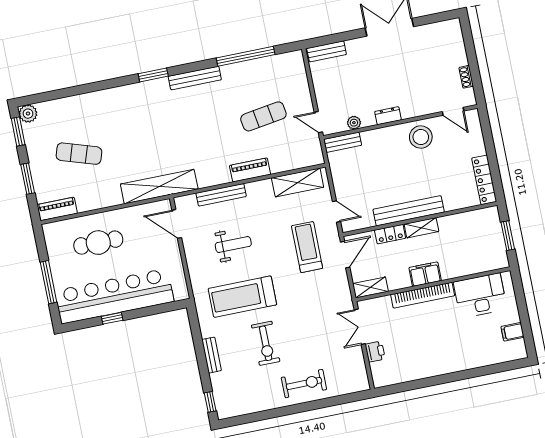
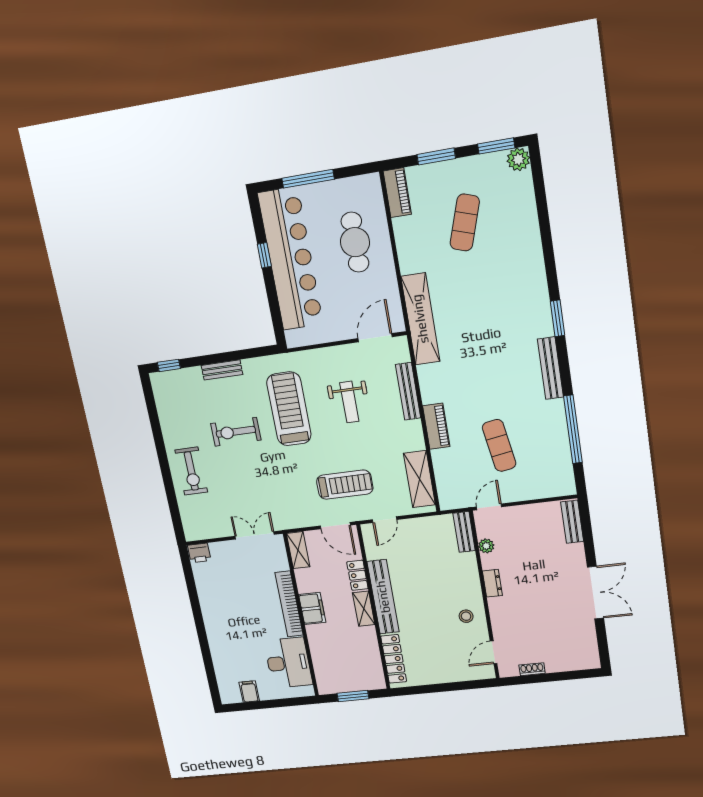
stool: (421, 137) -> (466, 616), width x0.53, depth x0.53
locker: (484, 180) -> (394, 659), moved, turned 90
printer: (375, 352) -> (199, 553), moved

